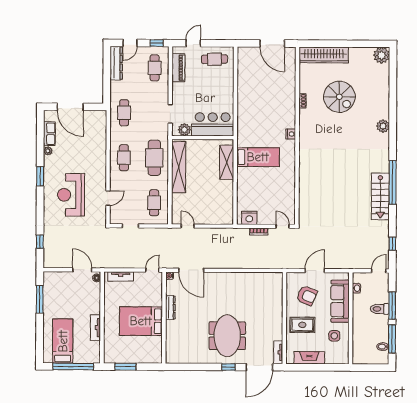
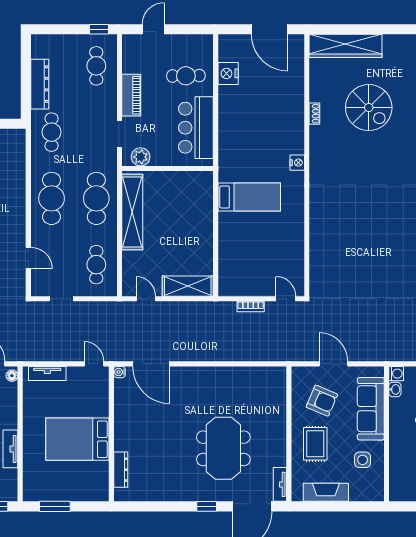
door: (130, 43) -> (60, 29), removed
cafe table: (214, 59) -> (186, 76), moved
dresser: (116, 63) -> (40, 84), moved
piano: (178, 68) -> (131, 95), moved
bar counter: (213, 124) -> (196, 128), moved, turned -90
cafe table: (124, 158) -> (52, 198), width x1.37, depth x1.35
shelving: (227, 162) -> (188, 286), moved, turned 90
door: (108, 198) -> (28, 258), hinge flipped
nightstand: (249, 218) -> (228, 73), moved, turned 90
door: (152, 270) -> (94, 364), hinge flipped
door: (315, 271) -> (333, 364), hinge flipped
washing machine: (357, 277) -> (396, 374), added
dresser: (170, 308) -> (121, 470), moved
rug: (302, 325) -> (315, 444), turned 90
meeting table: (227, 336) -> (223, 448), moved

